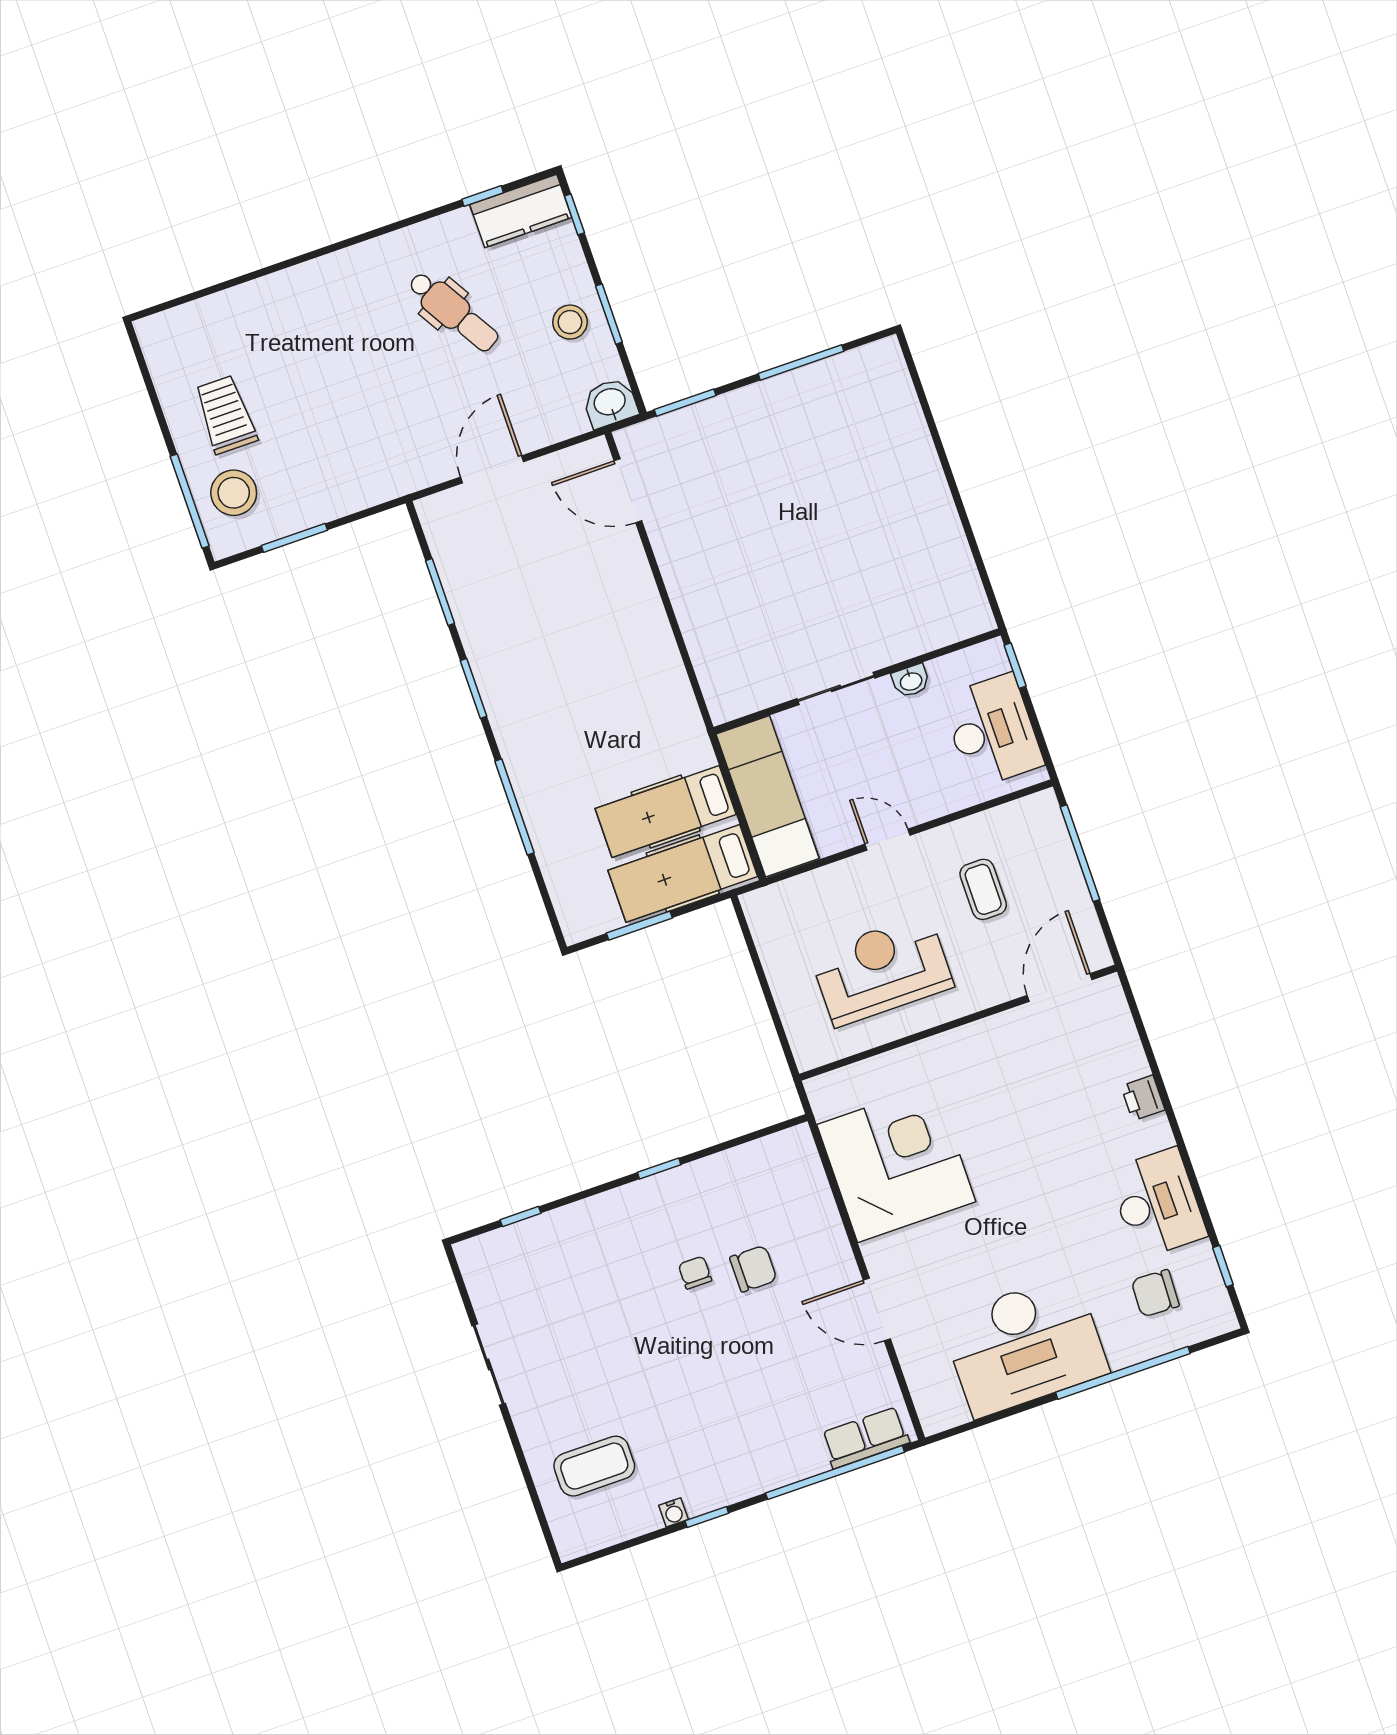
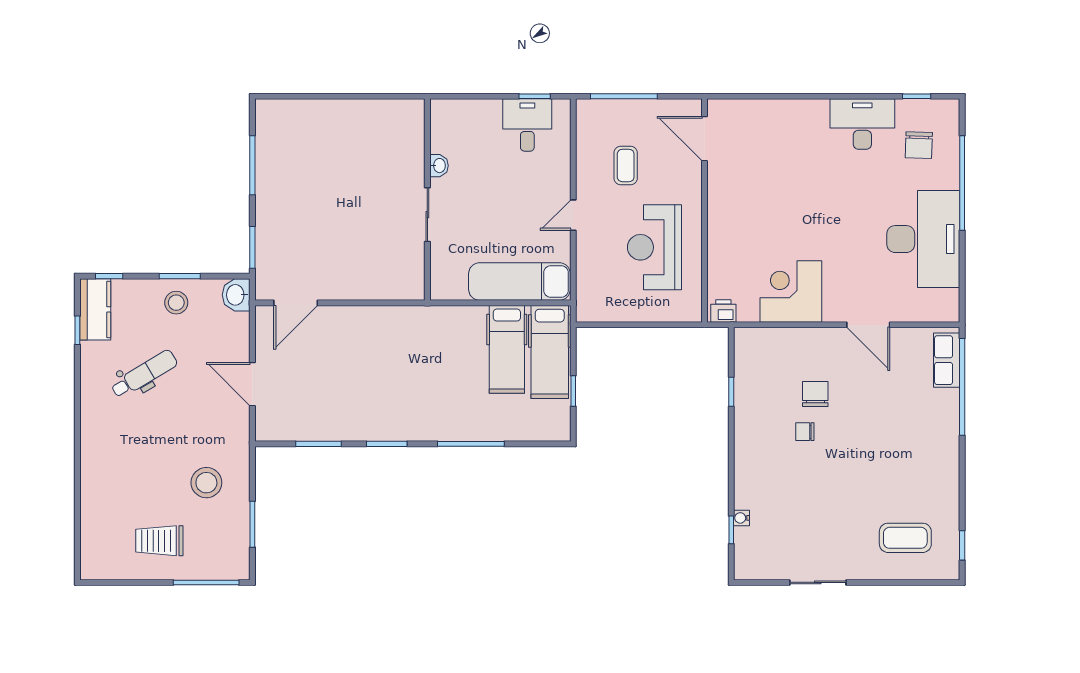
stool: (234, 493) -> (206, 483), moved
window: (1015, 666) -> (535, 96), moved
wall: (857, 681) -> (427, 200), moved
washbasin: (911, 681) -> (439, 166), moved
sliding door: (836, 688) -> (427, 215), moved
desk: (992, 731) -> (527, 125), width x0.73
coffee table: (983, 889) -> (626, 165), turned 90
window: (639, 926) -> (573, 391), width x0.67
printer: (1143, 1098) -> (723, 311), moved, turned 180
corner desk: (896, 1163) -> (791, 292), width x0.74, depth x0.74
window: (659, 1168) -> (731, 392), moved
door: (877, 1310) -> (868, 325), hinge flipped
coffee table: (594, 1466) -> (905, 538), turned 90
water cooler: (673, 1512) -> (741, 518), moved, turned 180
window: (707, 1517) -> (962, 545), moved

